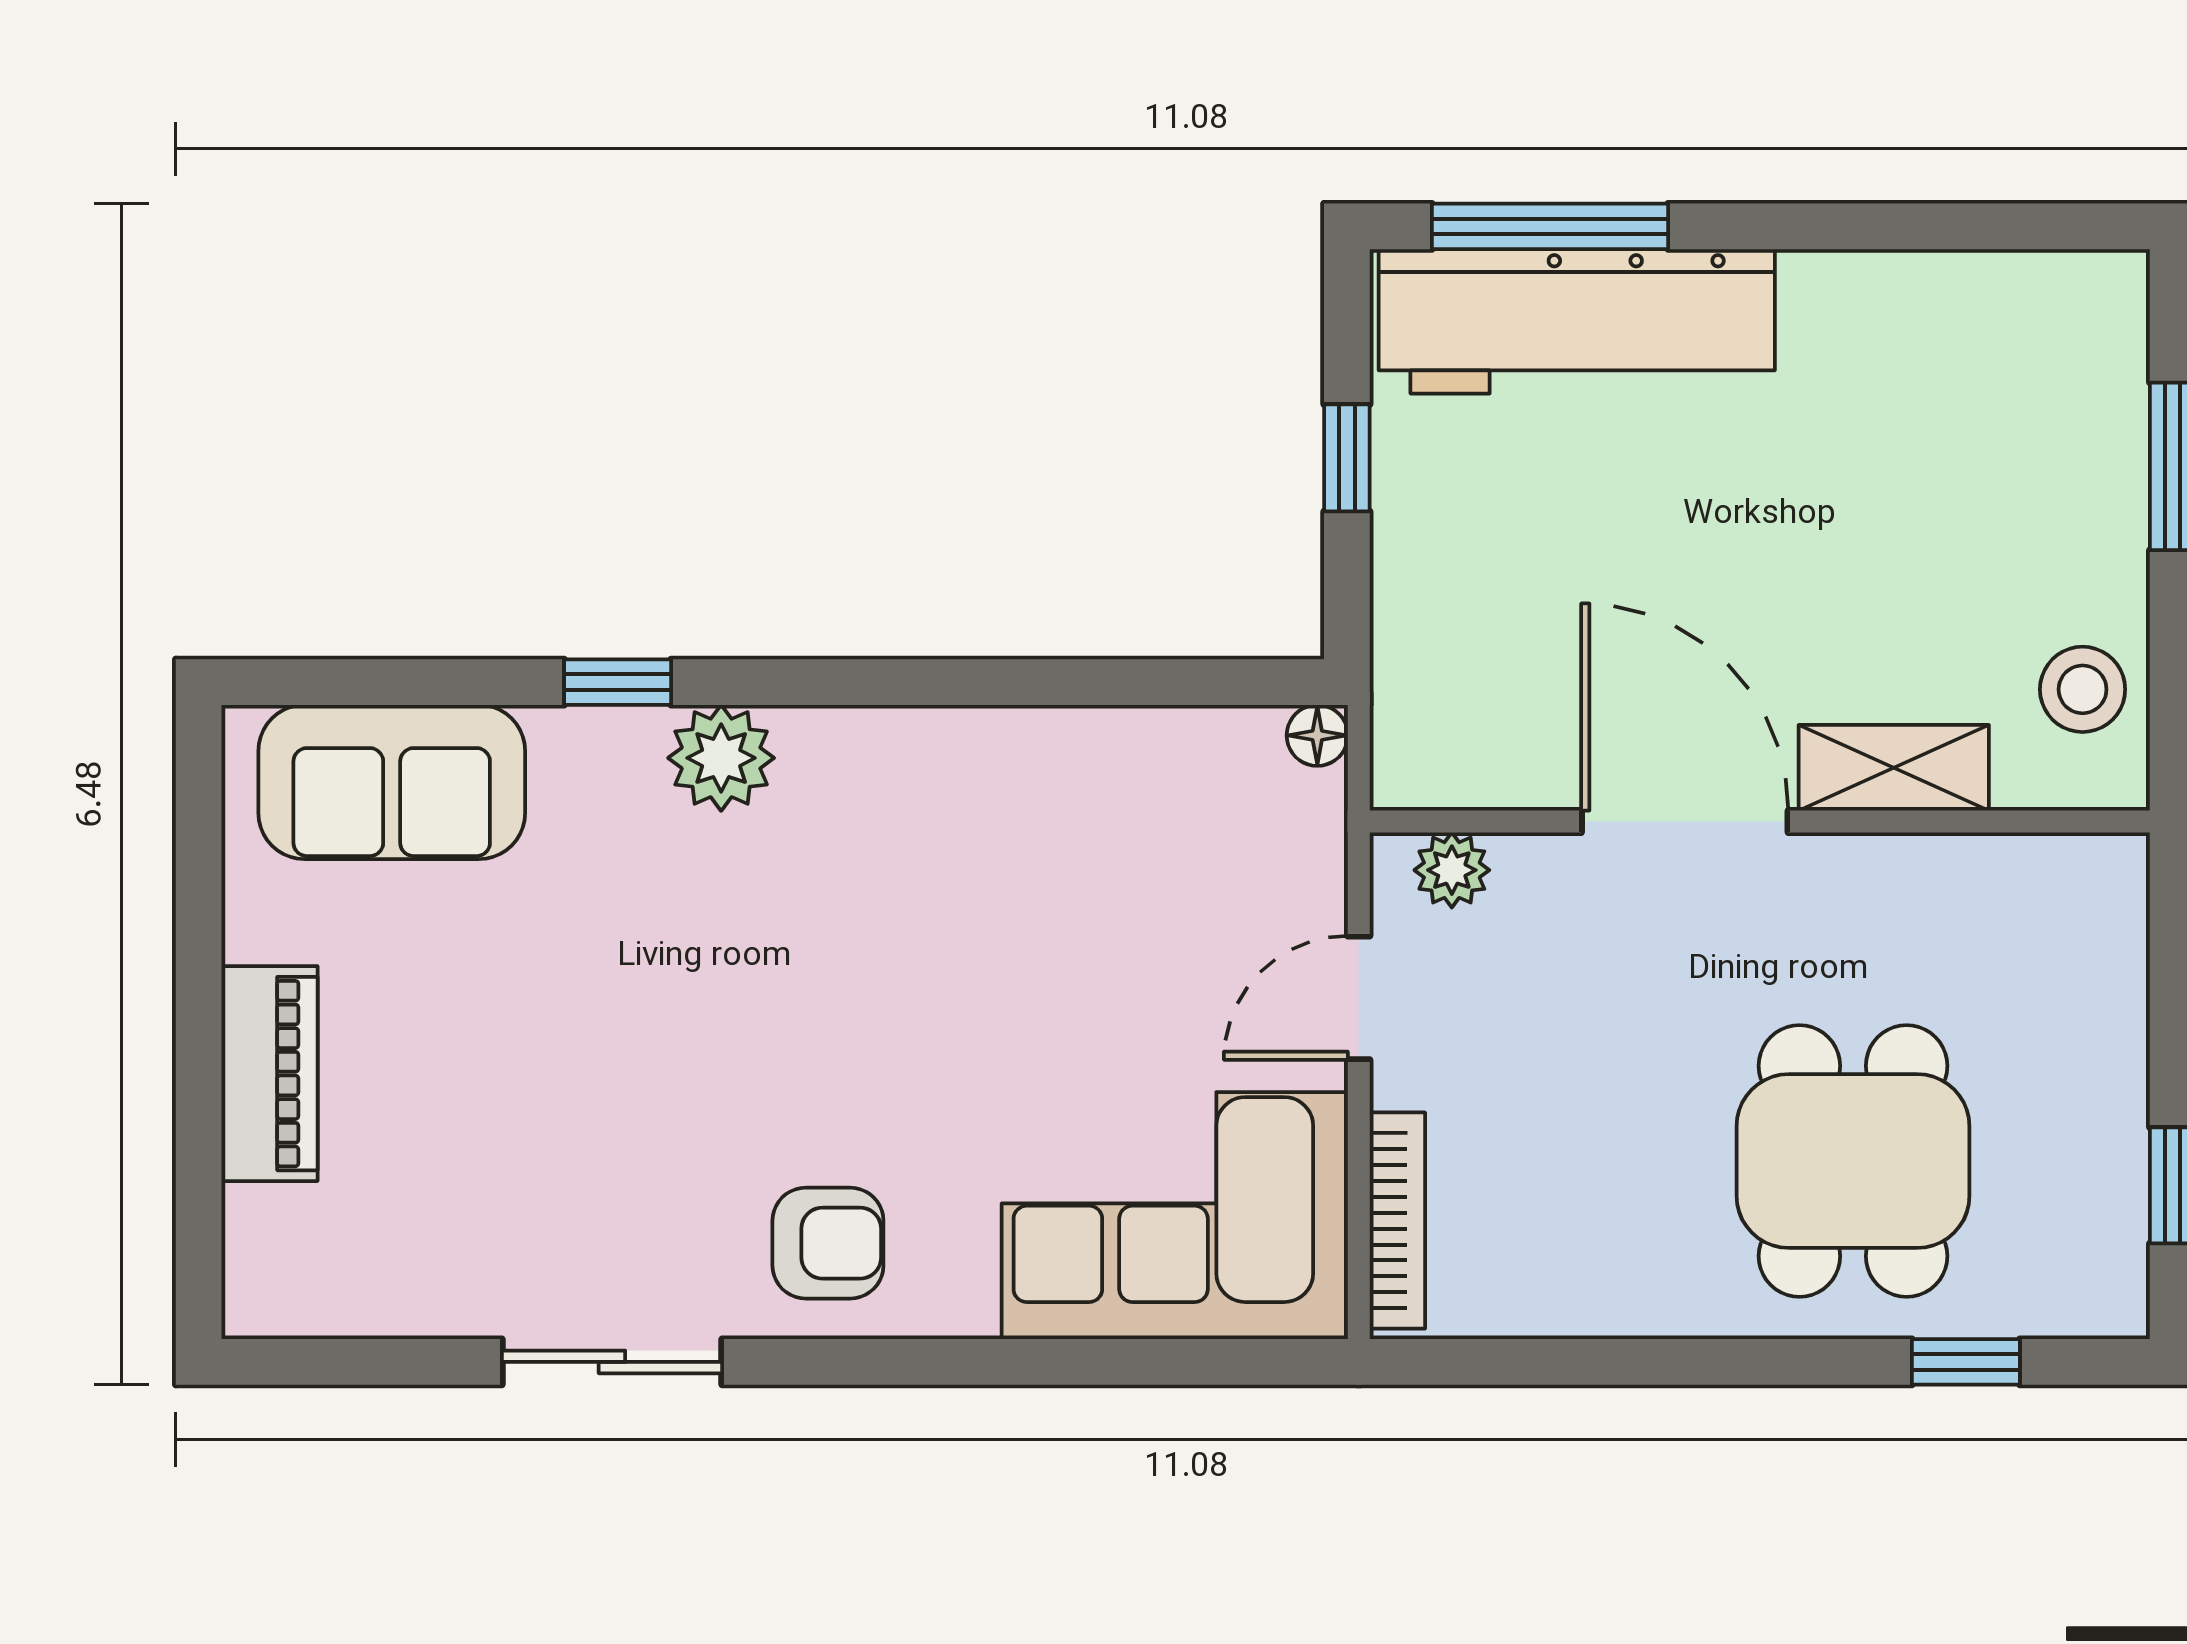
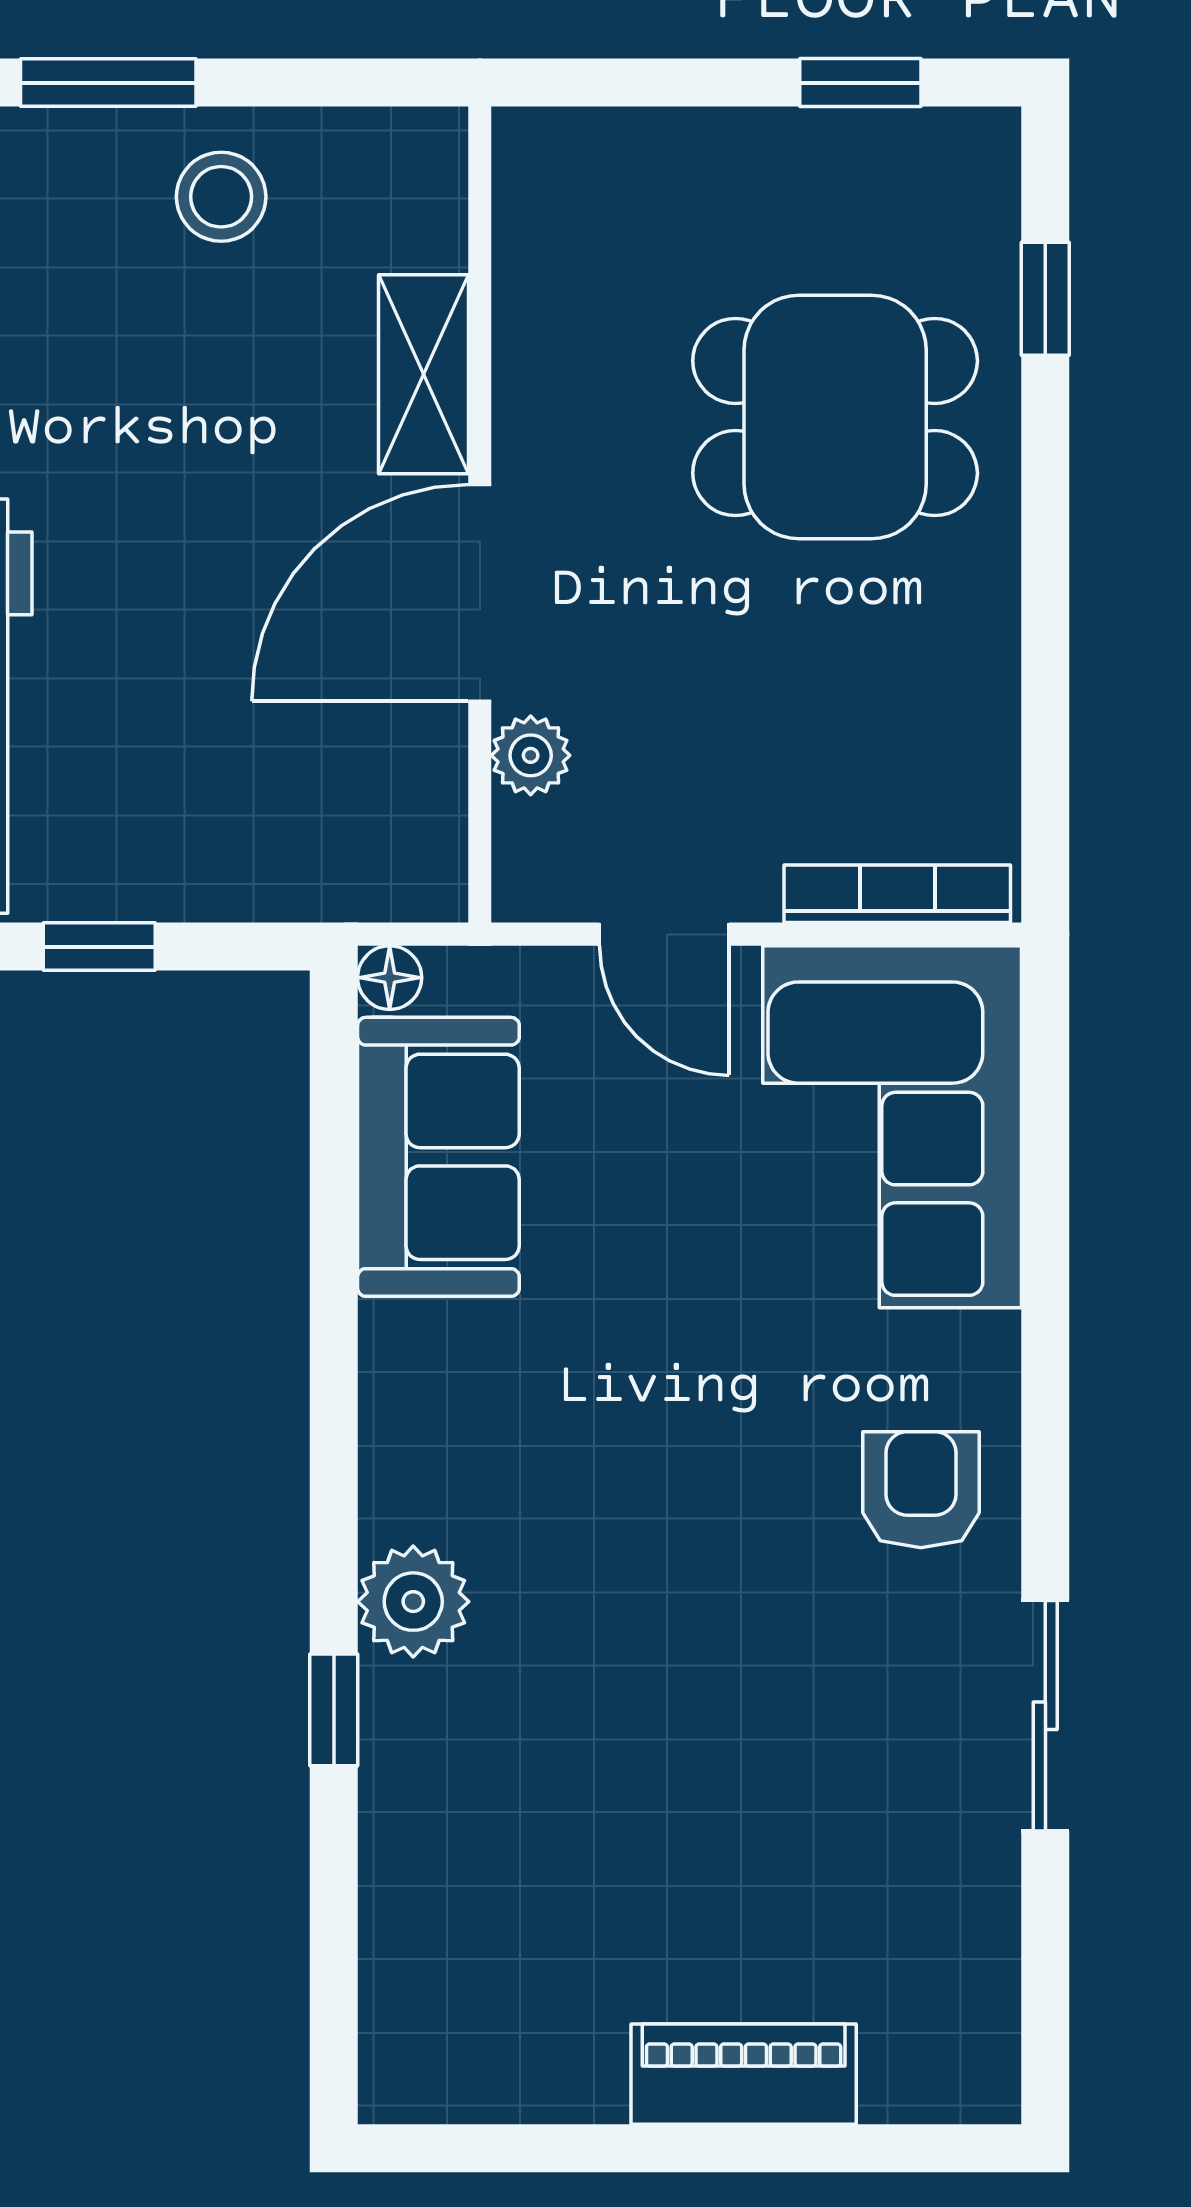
stool: (2083, 689) -> (221, 197), moved
sofa: (392, 782) -> (438, 1157), moved
plant: (1452, 870) -> (531, 755), moved

